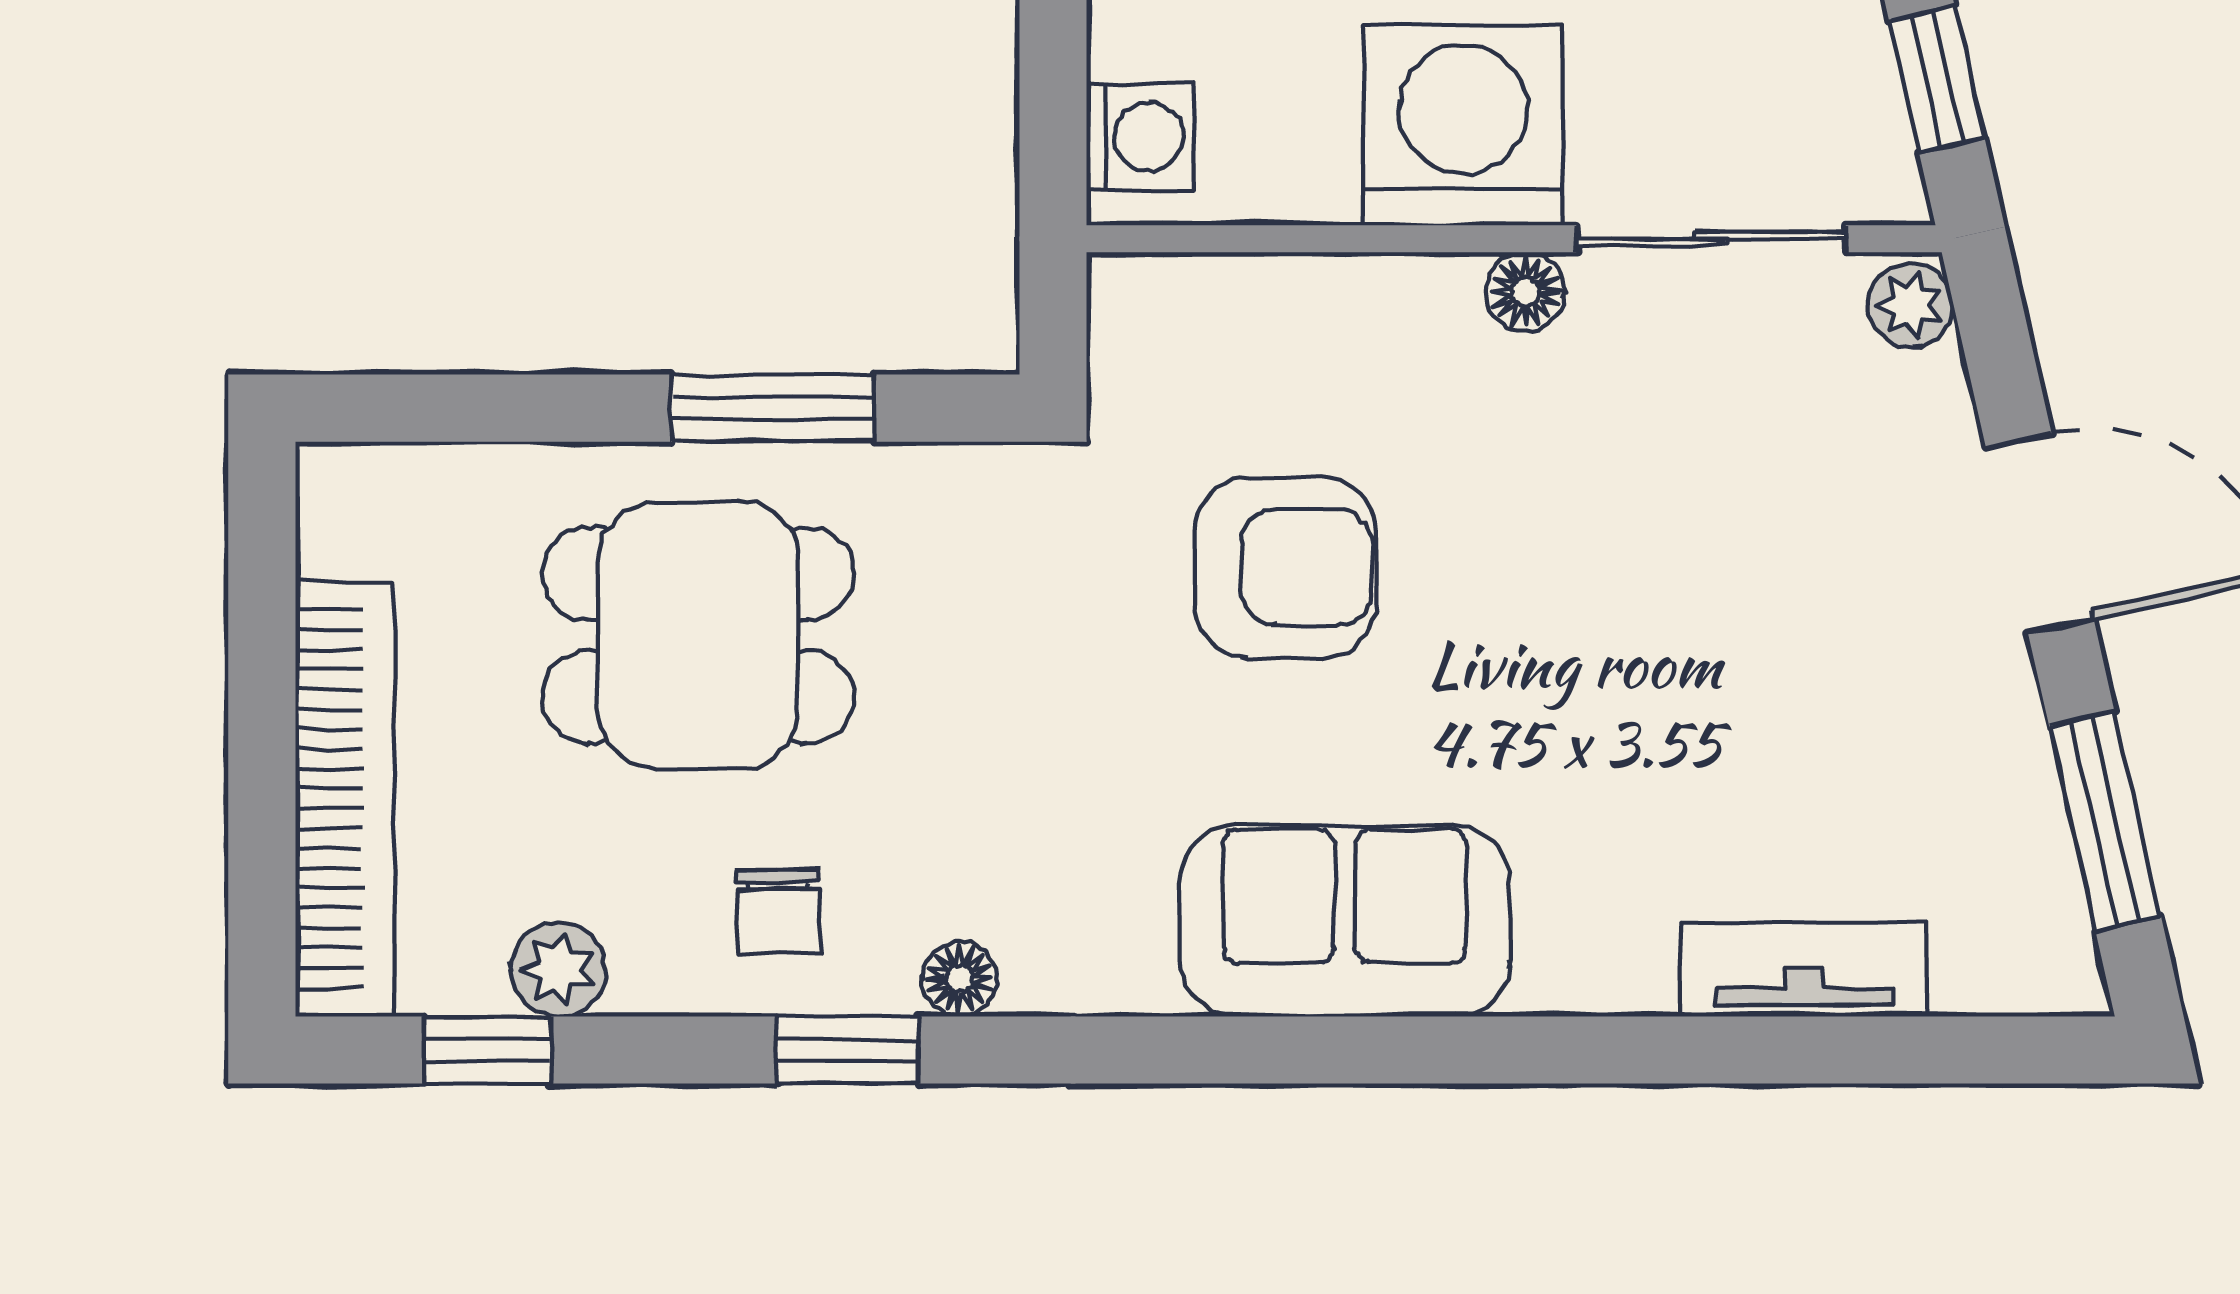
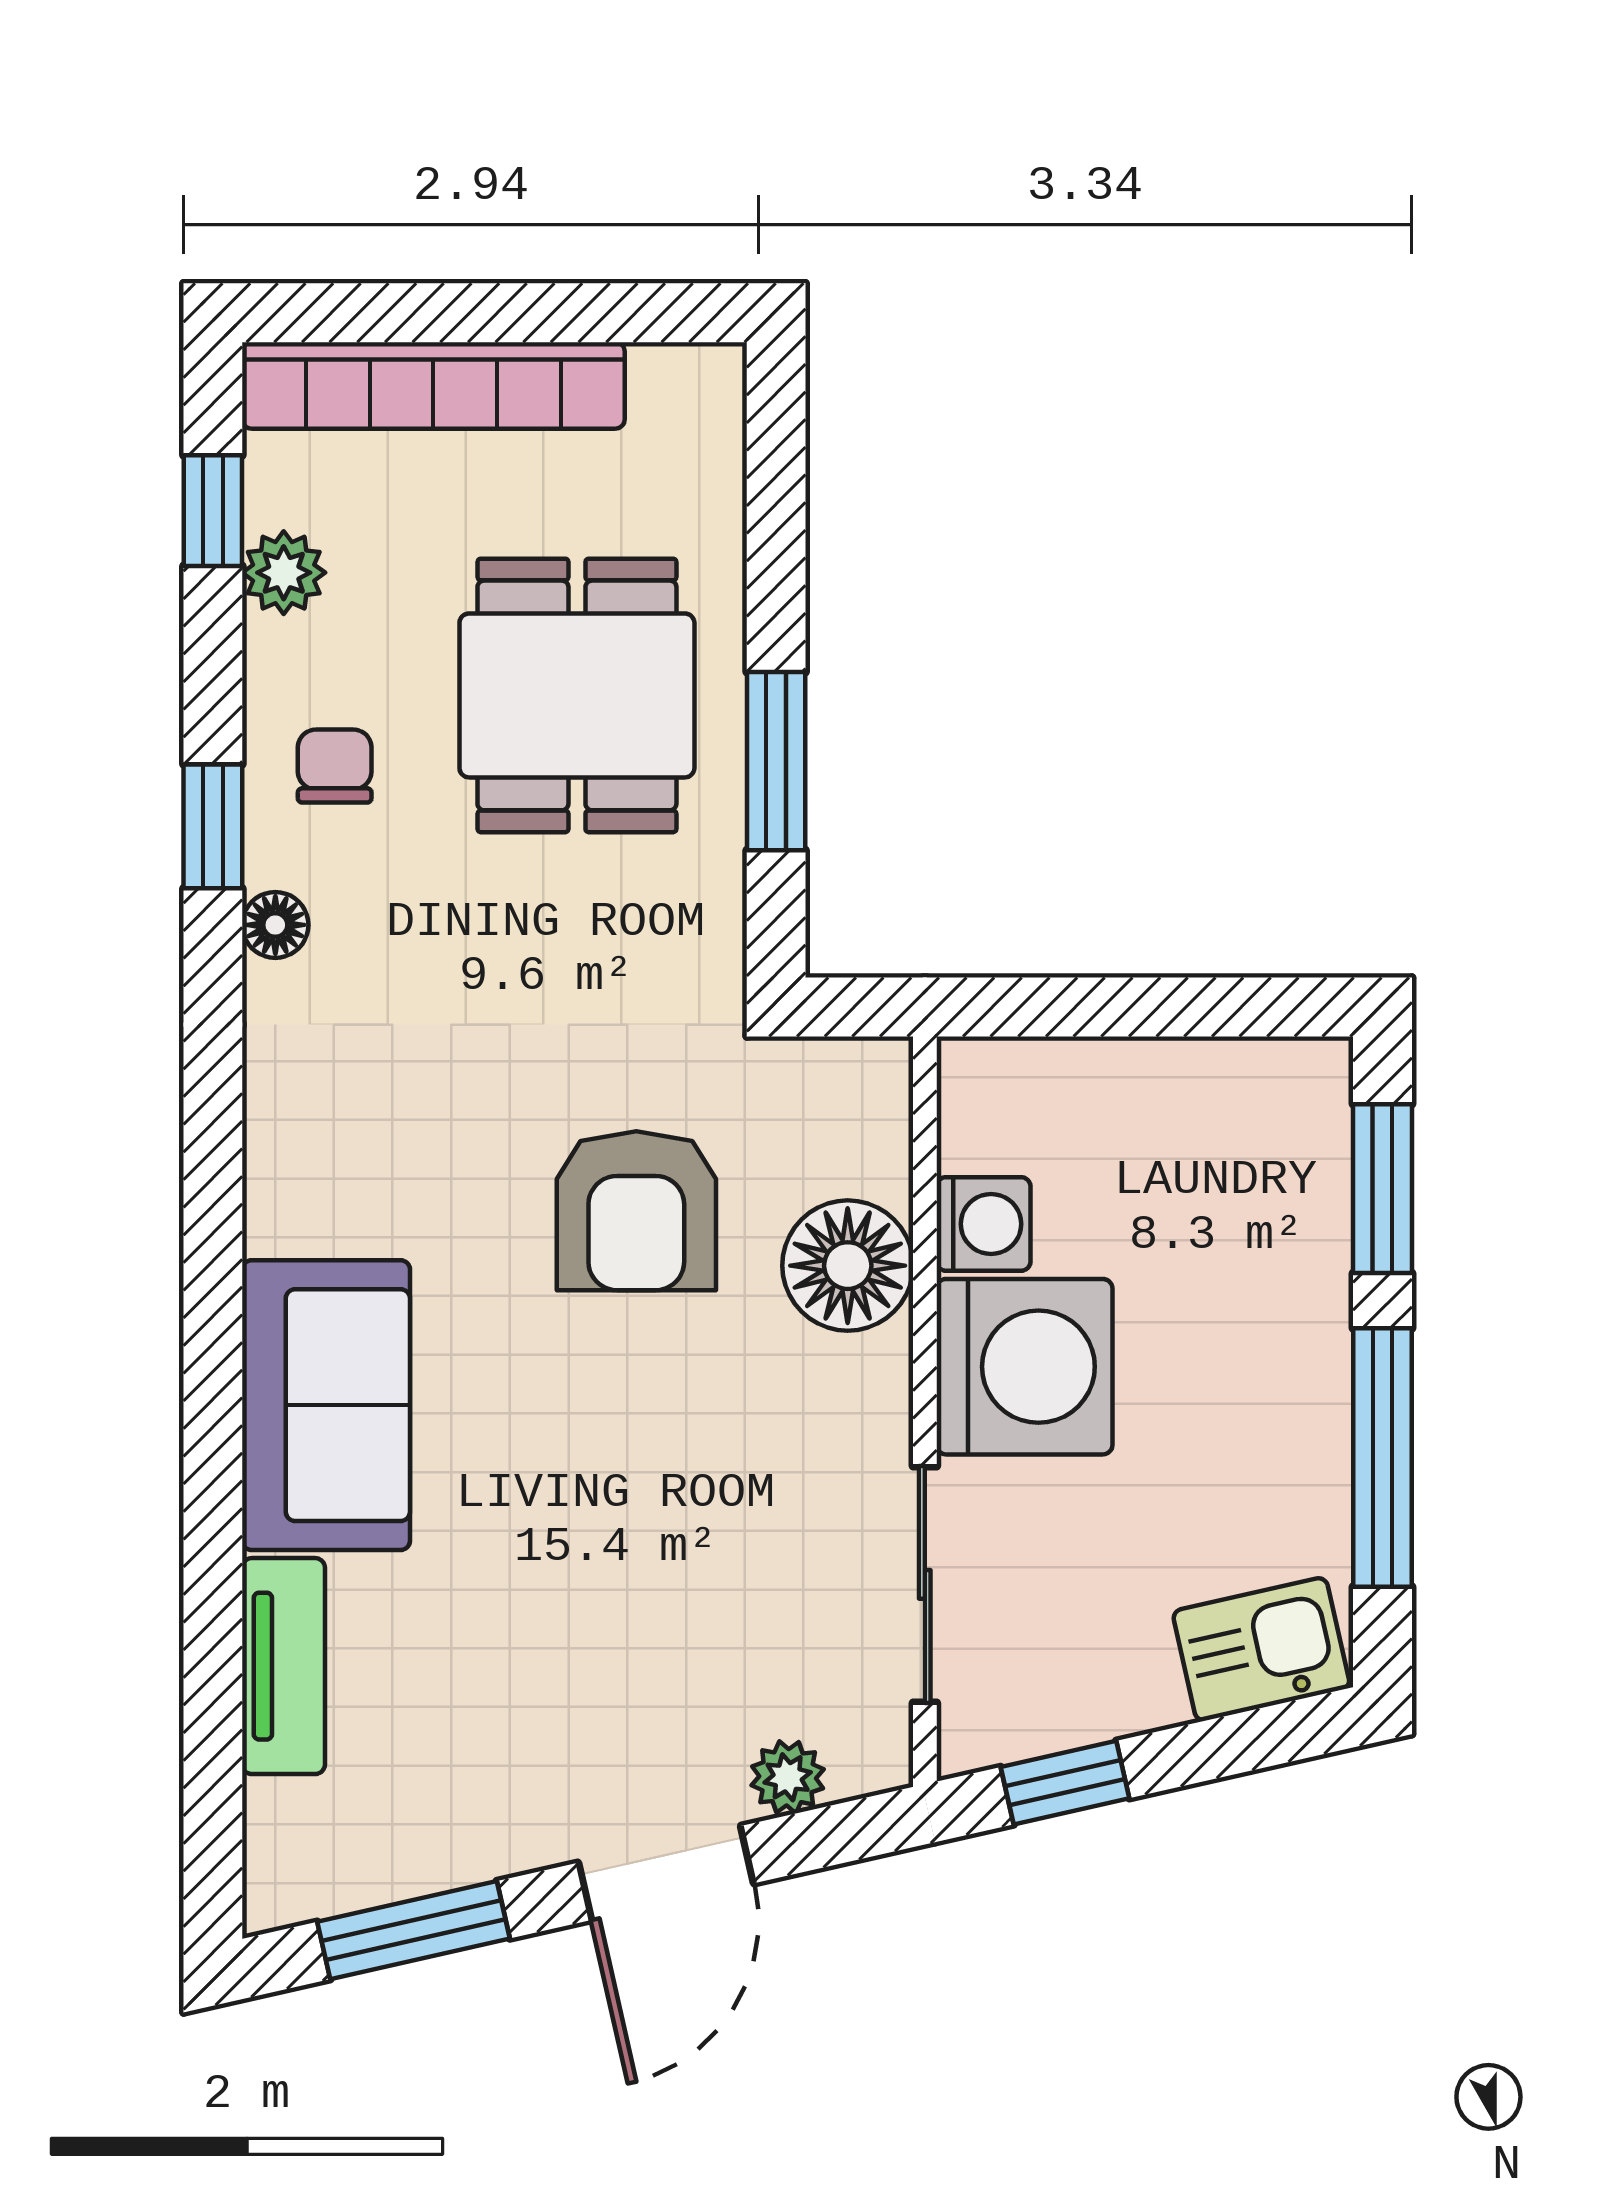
washing machine: (1140, 137) -> (984, 1224), moved, turned -90
floor lamp: (1525, 292) -> (848, 1266), moved, width x1.89, depth x1.89
plant: (1910, 305) -> (788, 1777), moved
chair: (779, 911) -> (335, 766), turned 91
sofa: (1345, 921) -> (326, 1405), moved

